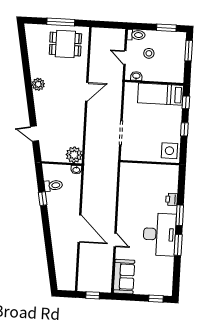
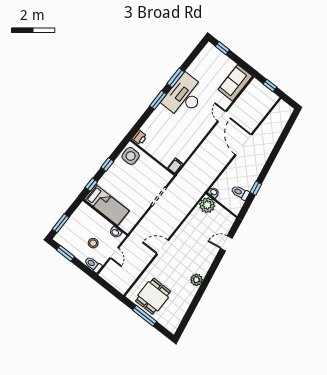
dining table: (65, 44) -> (153, 296), turned 90
door: (34, 134) -> (226, 243), swing flipped
filing cabinet: (125, 169) -> (175, 166), added
printer: (172, 199) -> (139, 137), moved

